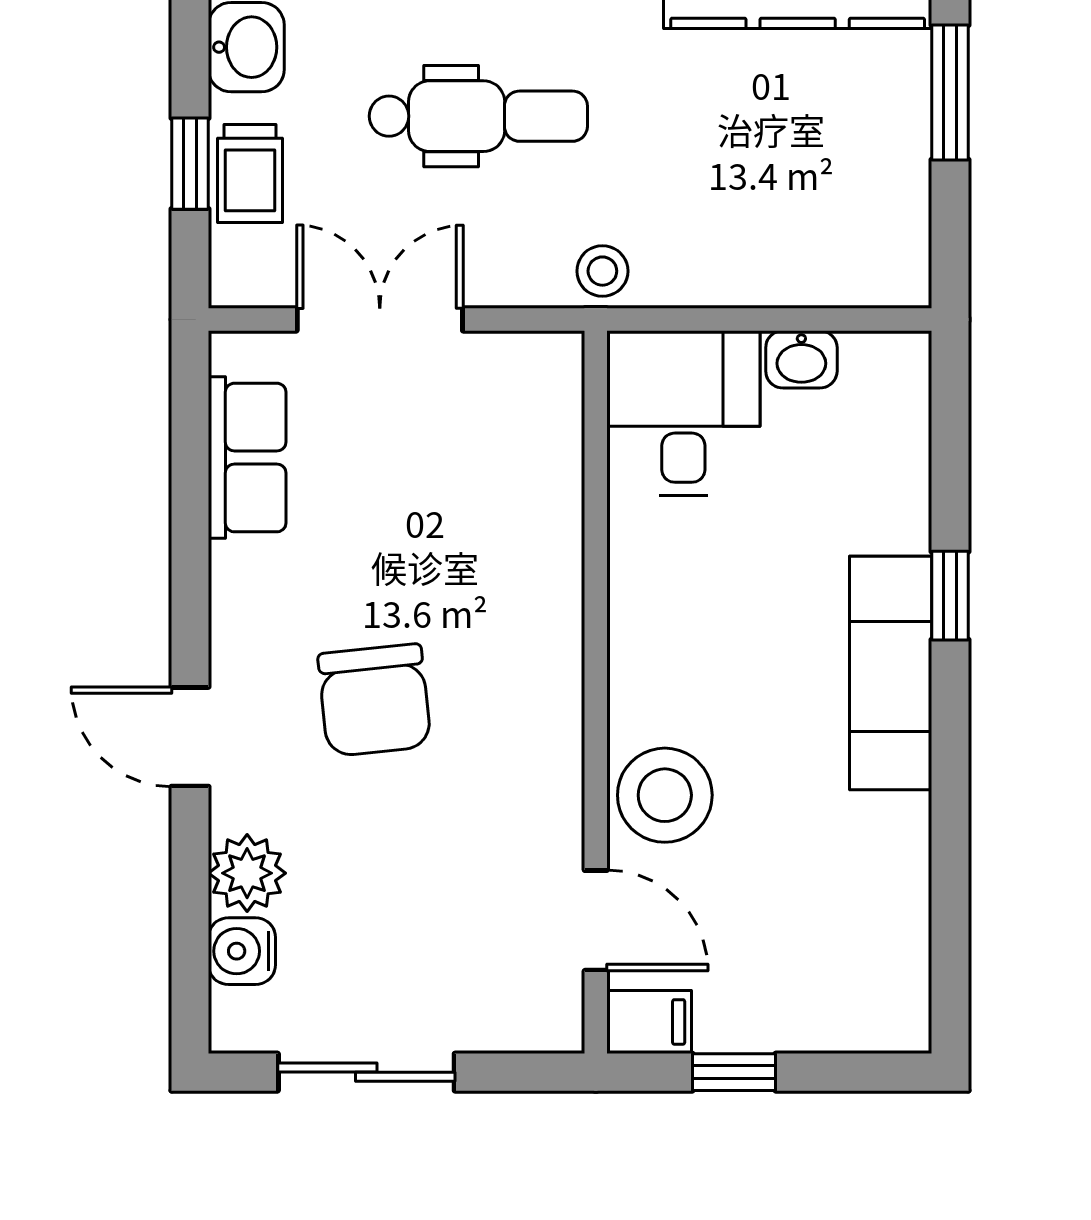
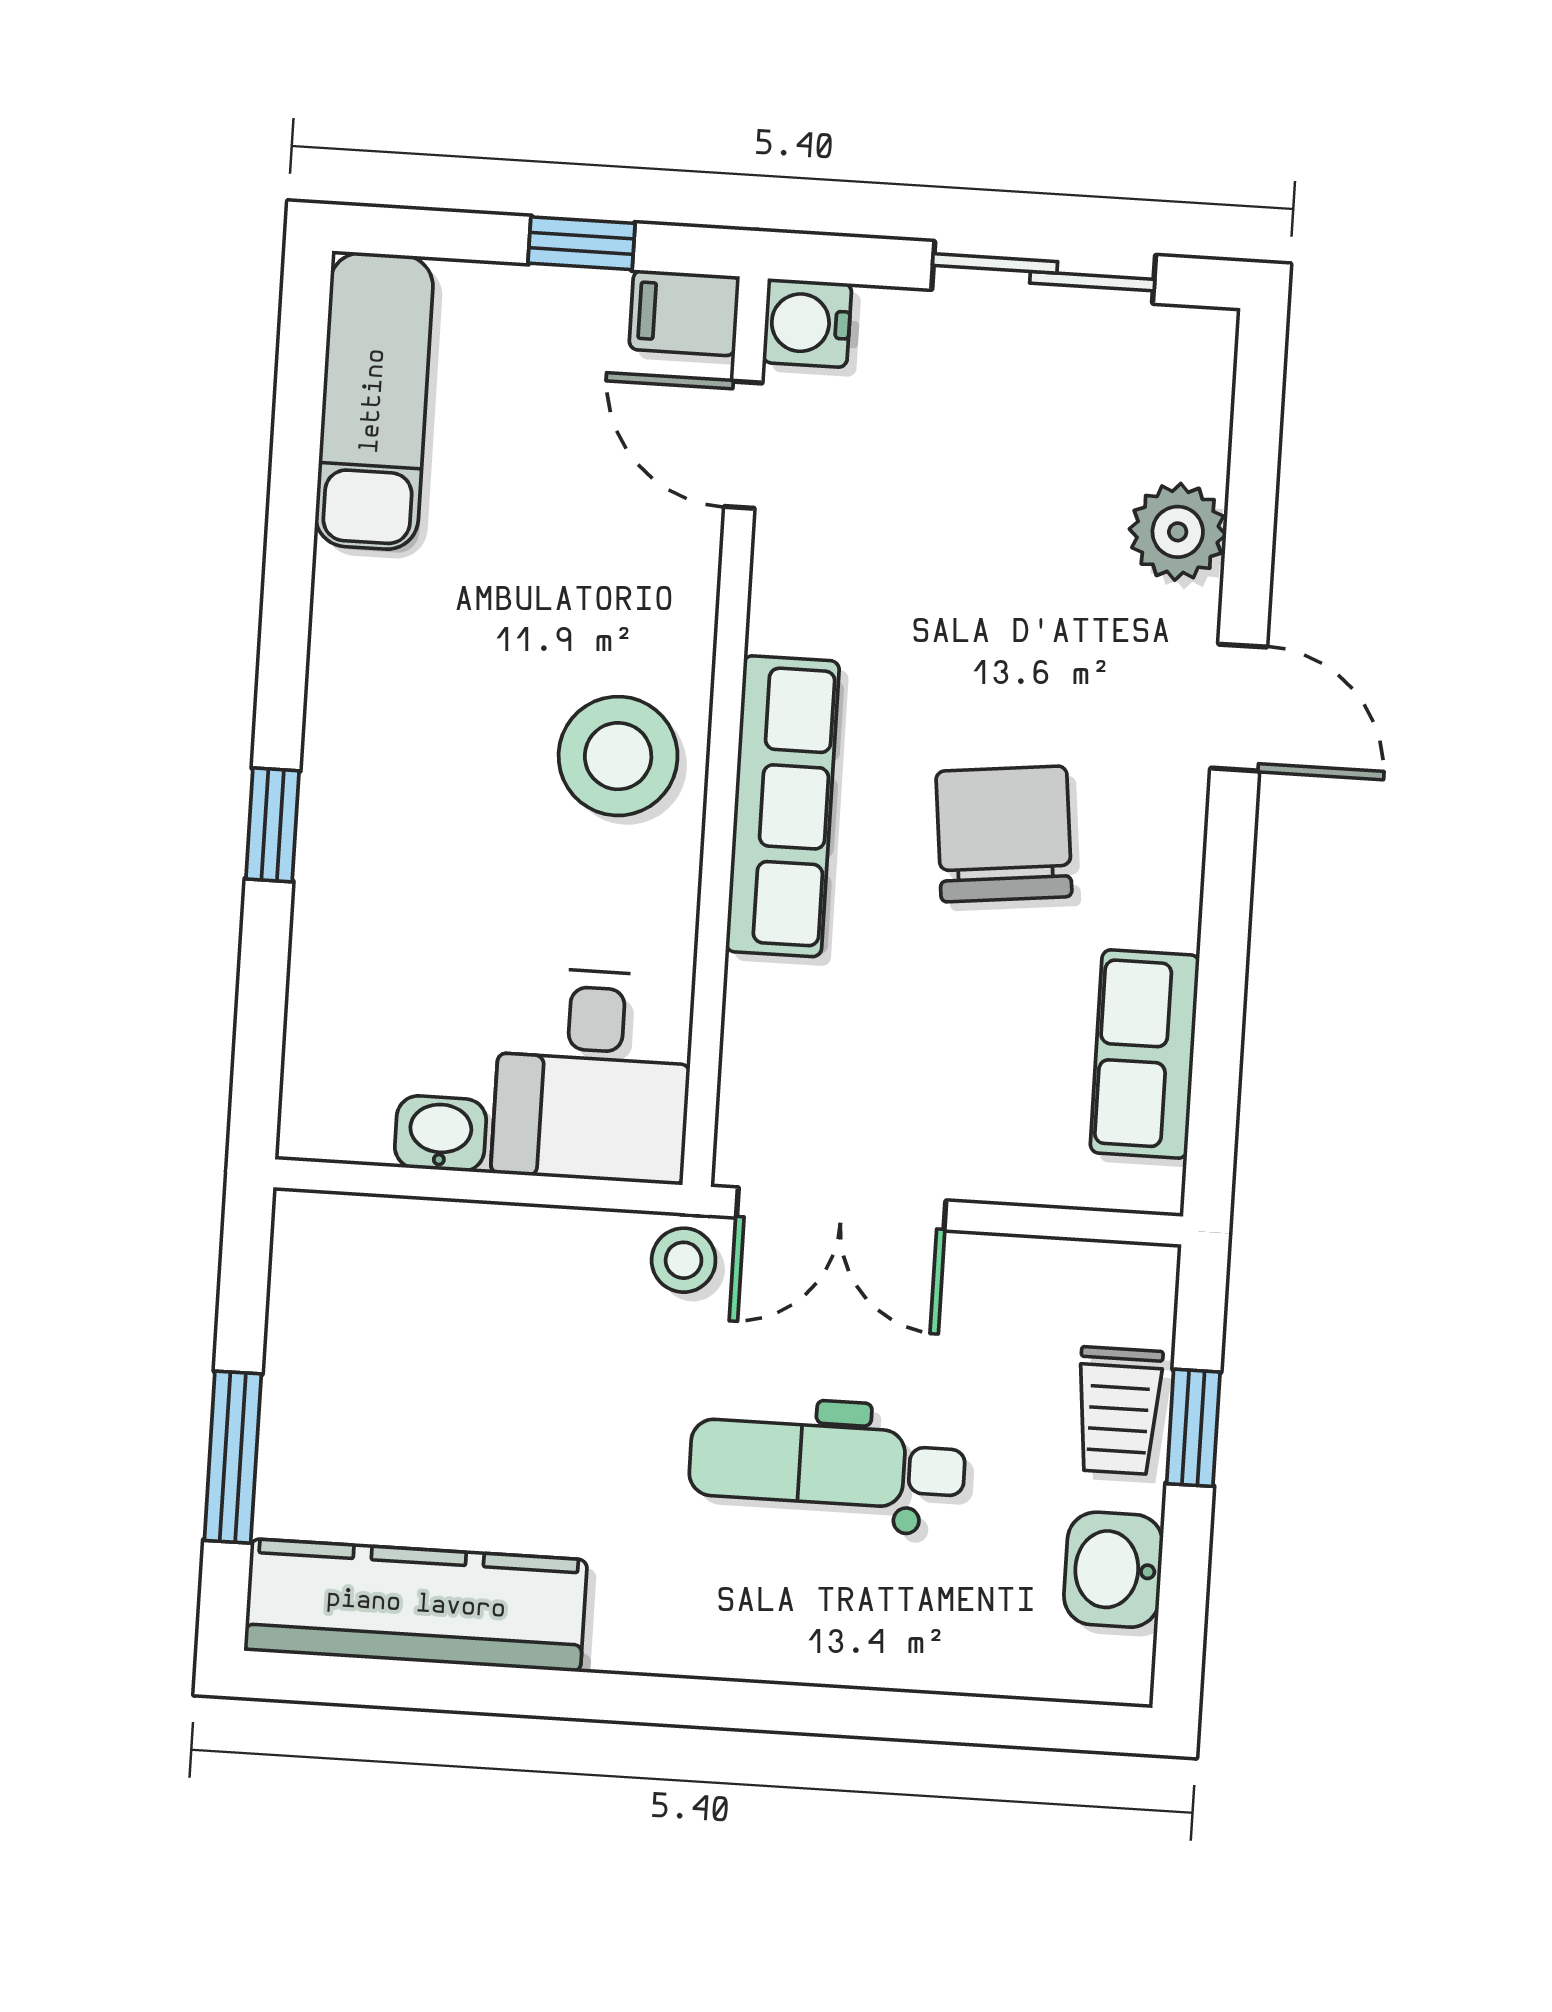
trolley: (250, 174) -> (1119, 1411), turned 180
double door: (380, 319) -> (841, 1209), moved
row of seats: (547, 636) -> (783, 806), added
exam couch: (891, 673) -> (374, 401), moved
chair: (374, 700) -> (1004, 834), moved
stool: (665, 795) -> (618, 756), moved
water cooler: (242, 951) -> (807, 323), moved, turned 180

